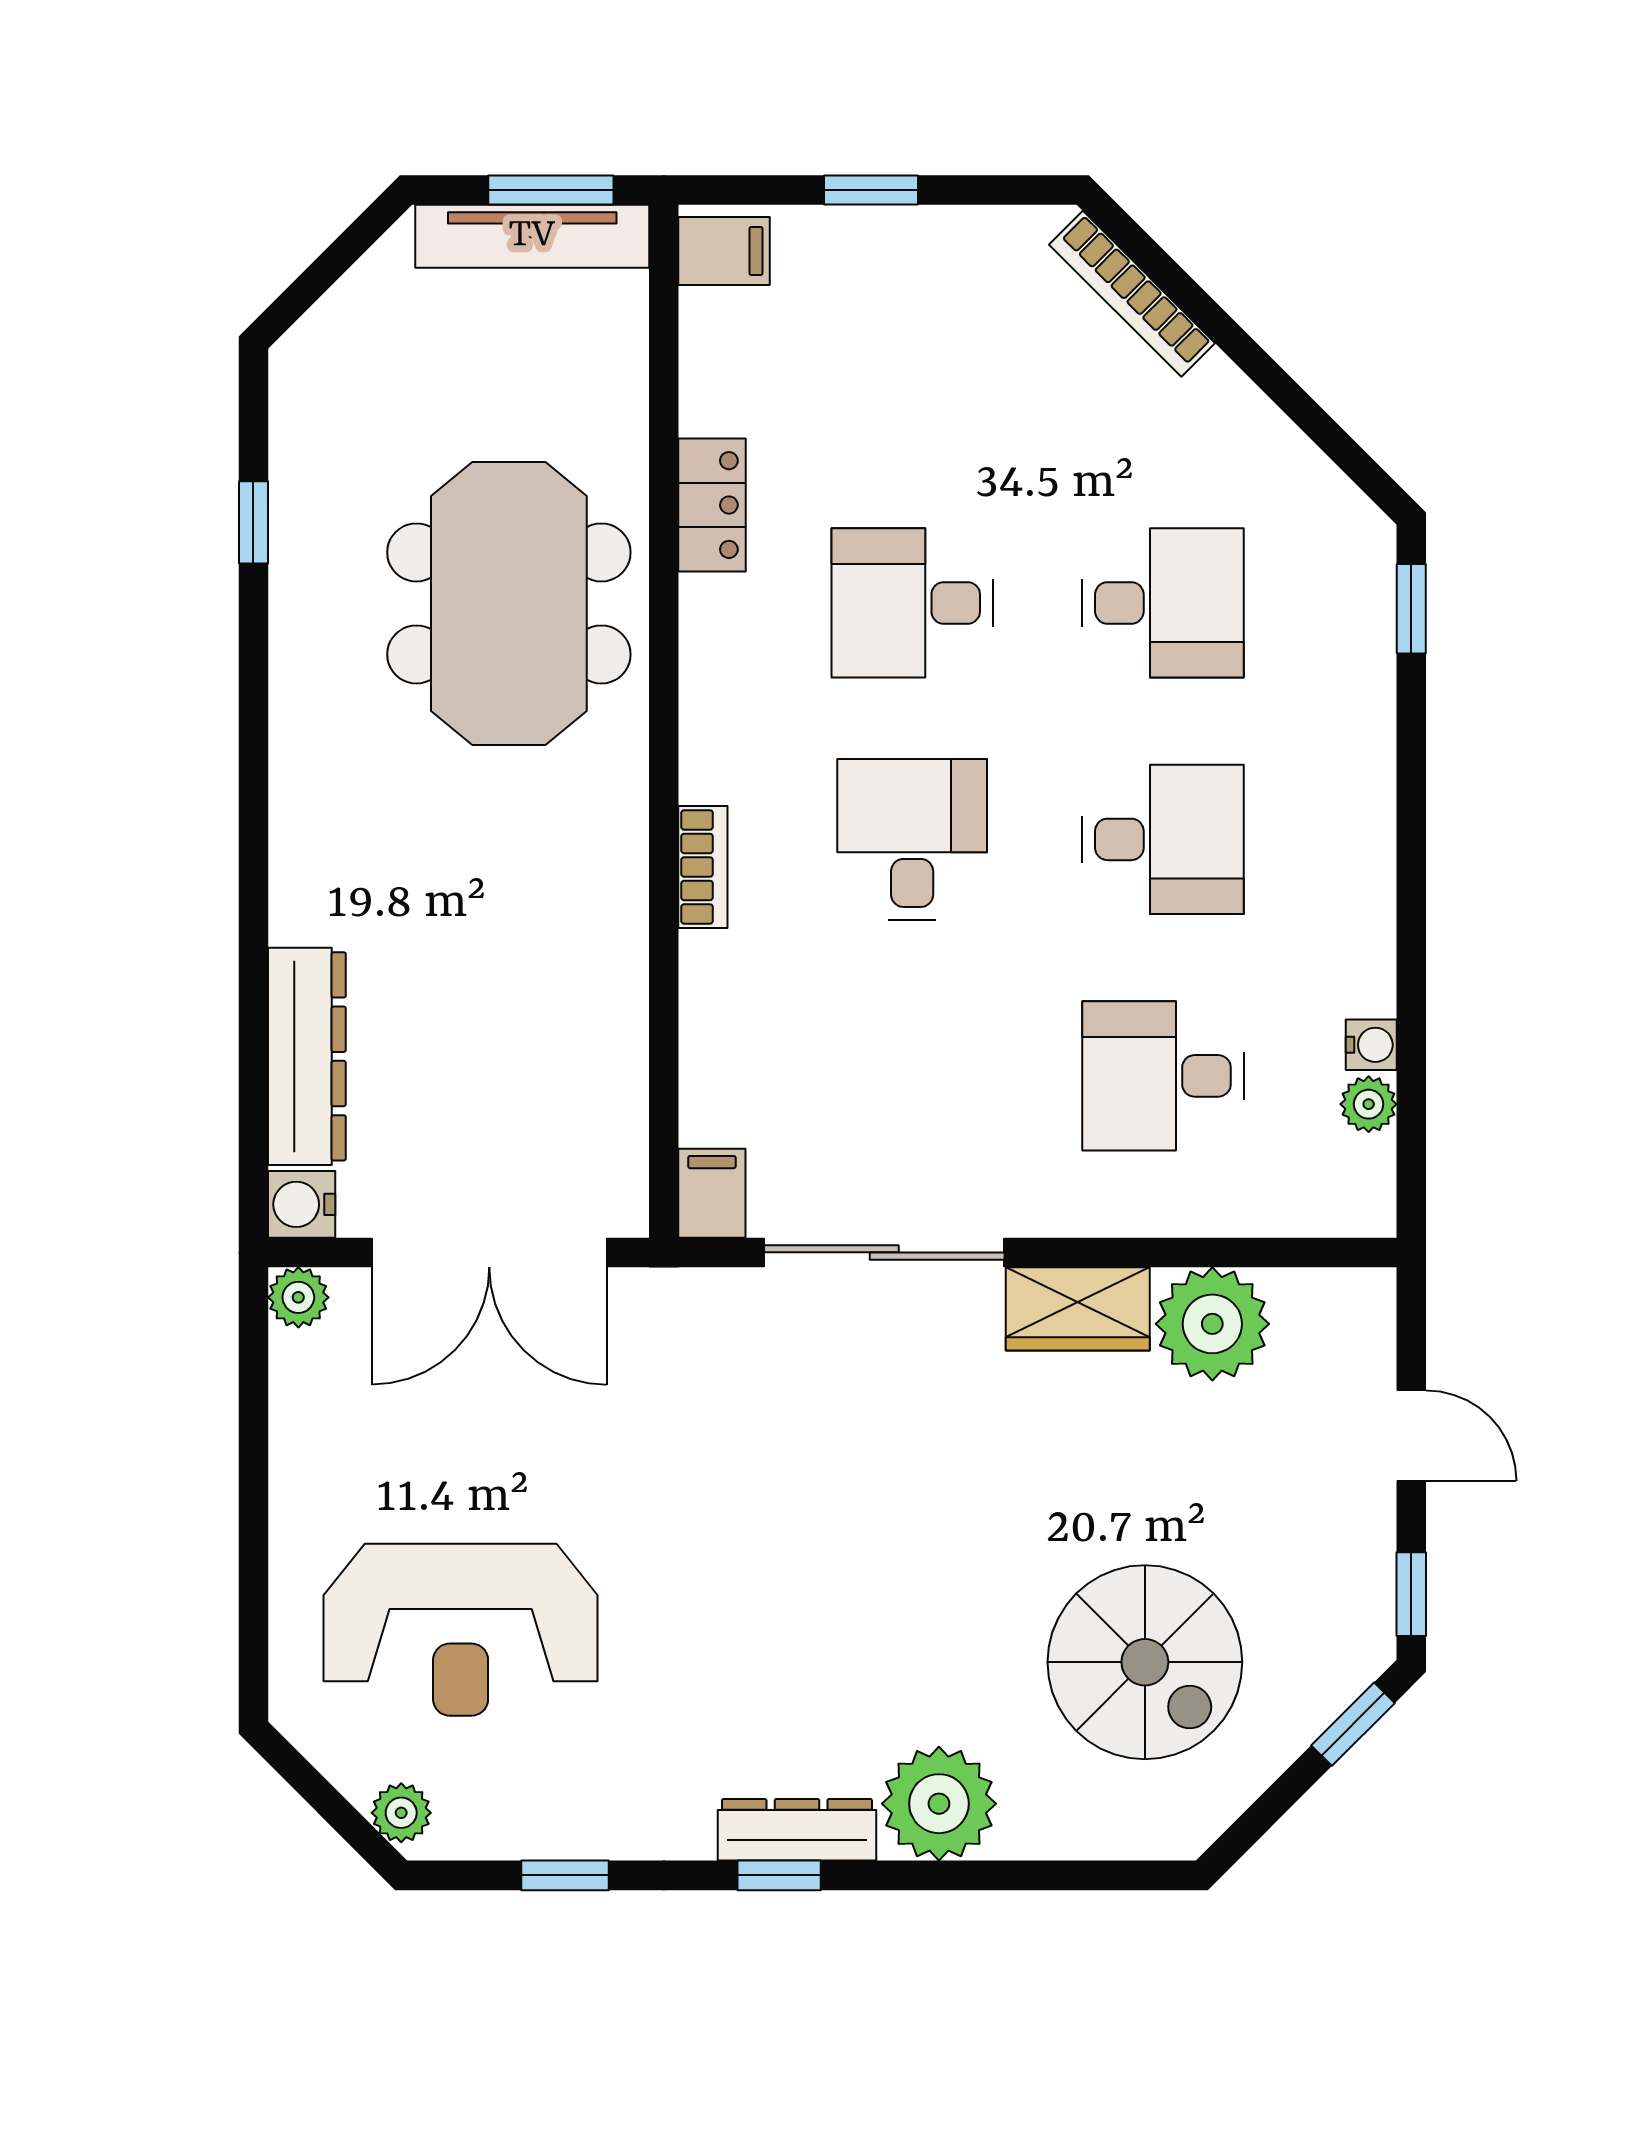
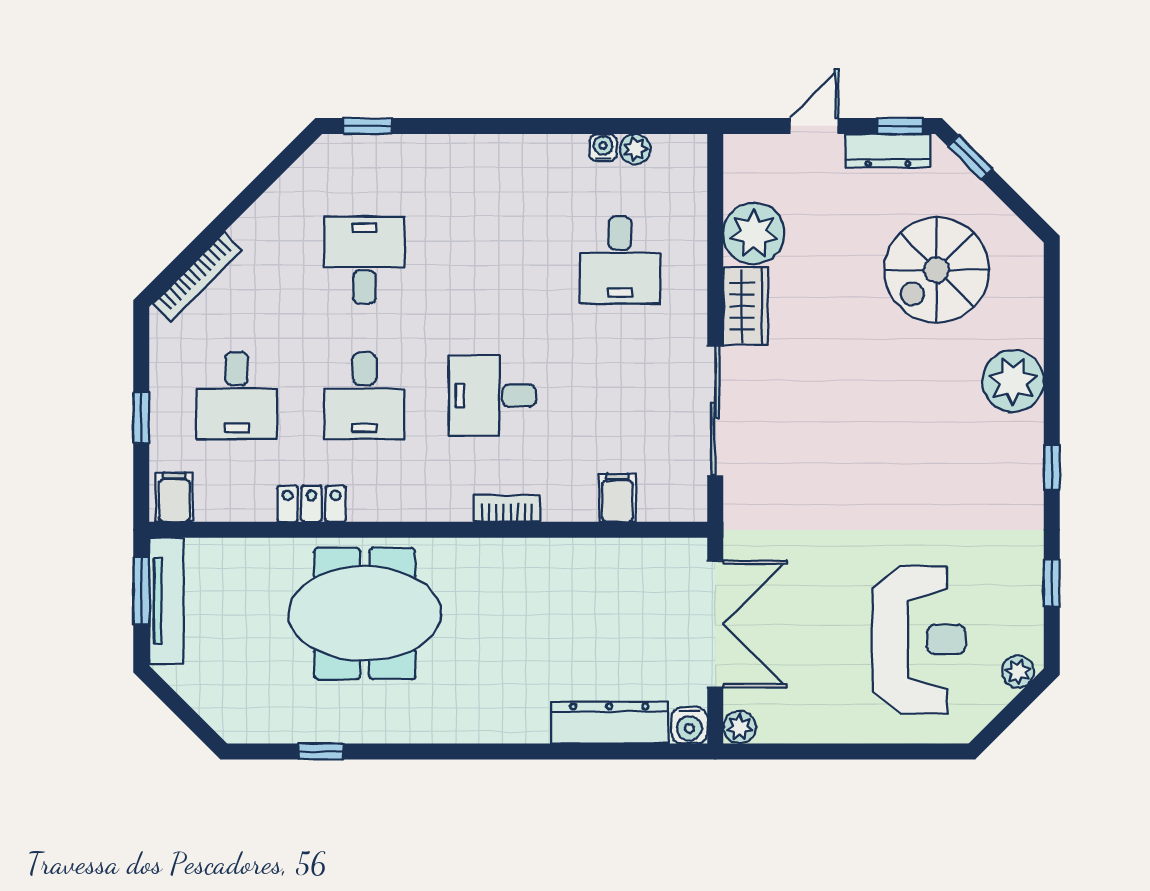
desk: (1163, 839) -> (237, 396), moved, turned 180
filing cabinet: (712, 1193) -> (617, 498), moved, turned 90
spiral stairs: (1145, 1662) -> (937, 270), turned 180
dresser: (797, 1830) -> (888, 151), moved, turned -90

